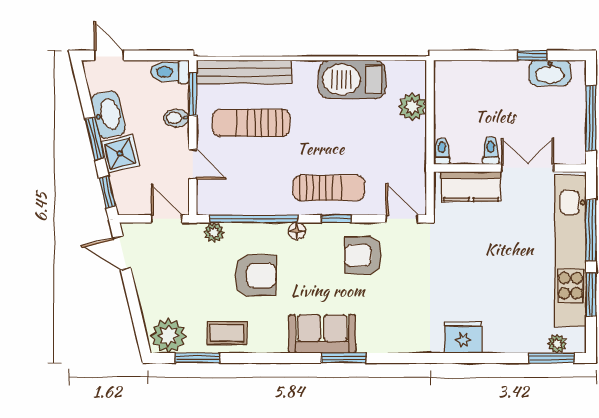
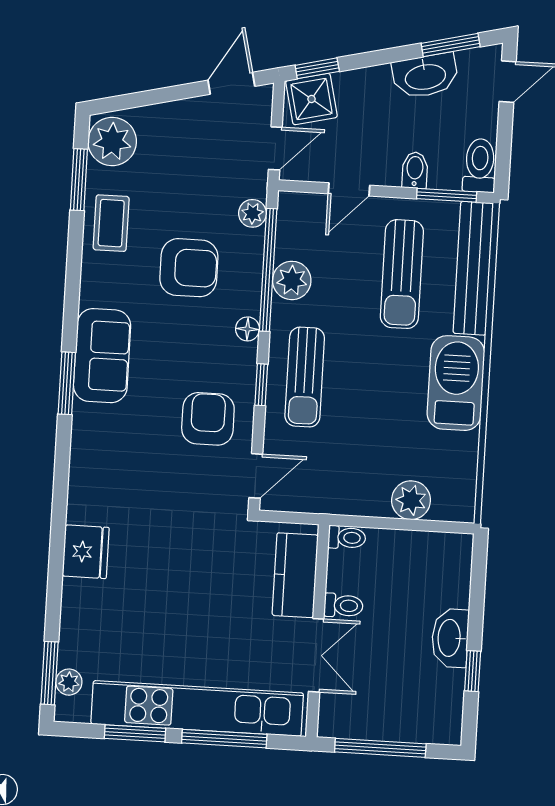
washbasin: (550, 73) -> (450, 638), moved
barbecue: (352, 80) -> (456, 383), moved
sun lounger: (251, 123) -> (402, 274), turned 180
window: (95, 139) -> (451, 45), moved
shower: (120, 154) -> (312, 99), moved
plant: (260, 201) -> (292, 280), added
armchair: (256, 276) -> (189, 268), turned -90

